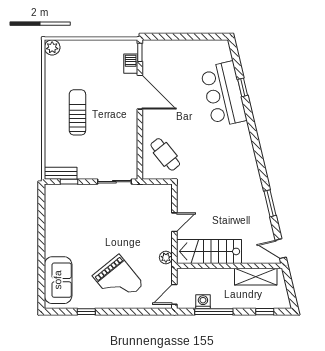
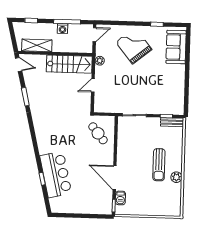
plant: (52, 47) -> (176, 177), moved
washing machine: (203, 302) -> (63, 29), moved

